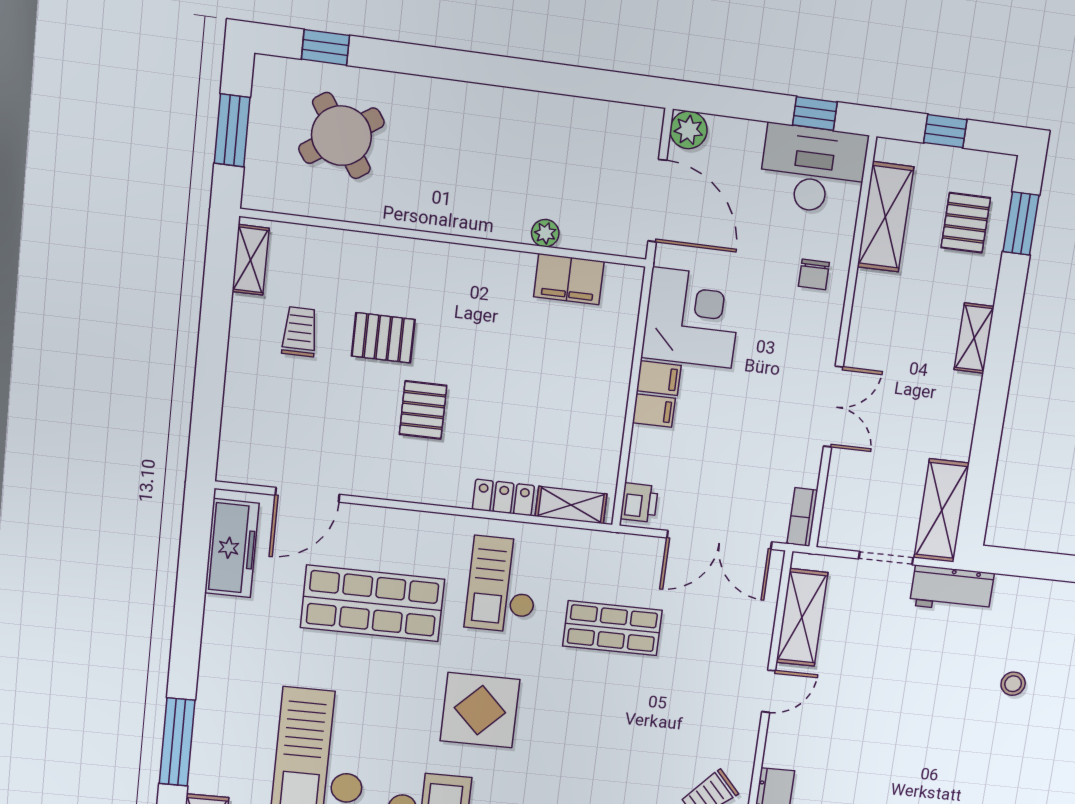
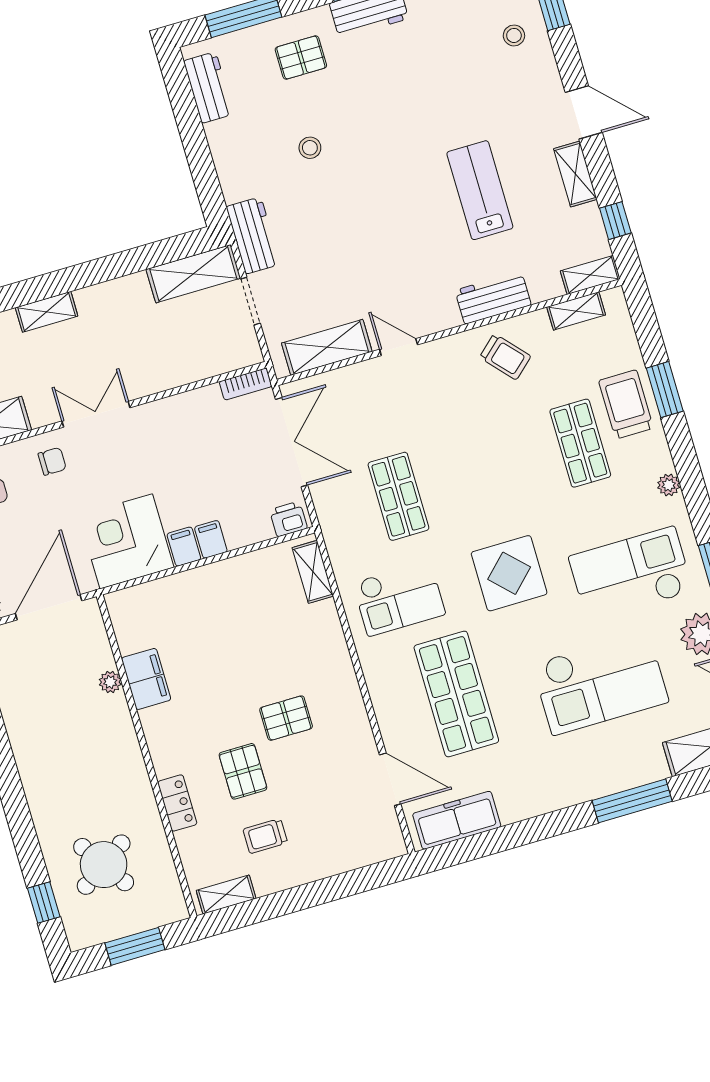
filing cabinet: (569, 279) -> (146, 679), moved
double door: (833, 407) -> (96, 414), moved
locker: (503, 497) -> (177, 803), moved, turned 180

